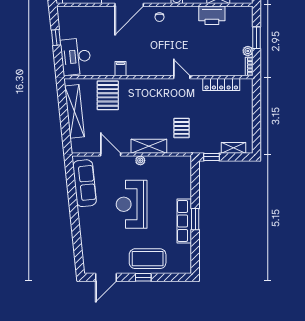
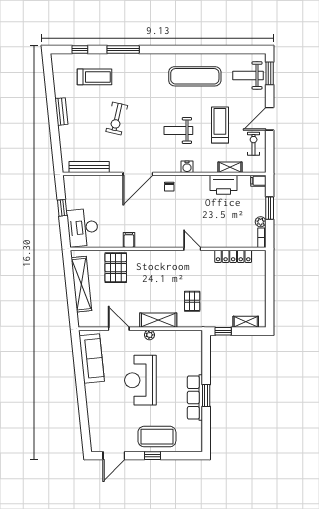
filing cabinet: (246, 11) -> (258, 181), added

